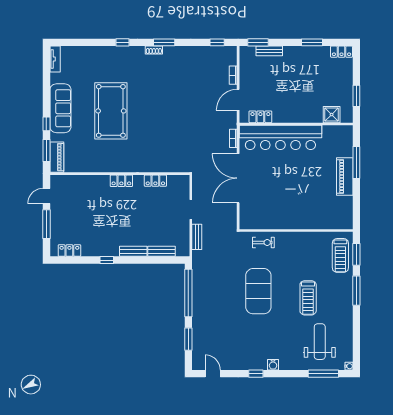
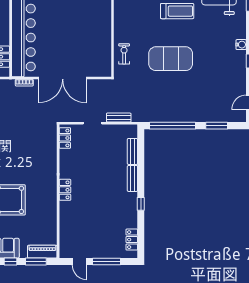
locker: (155, 181) -> (65, 138), moved

